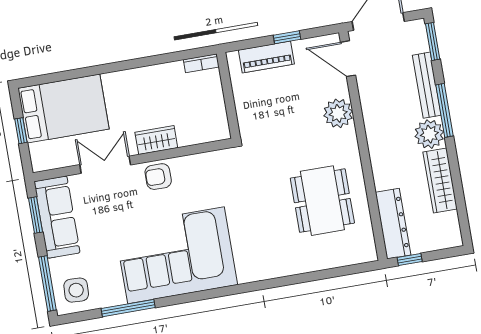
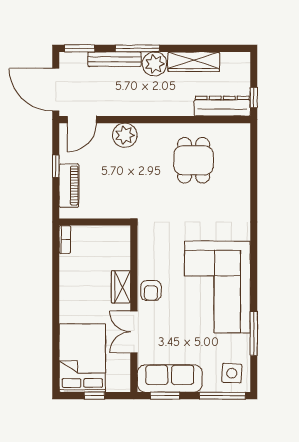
dining table: (322, 201) -> (194, 160), width x0.73

